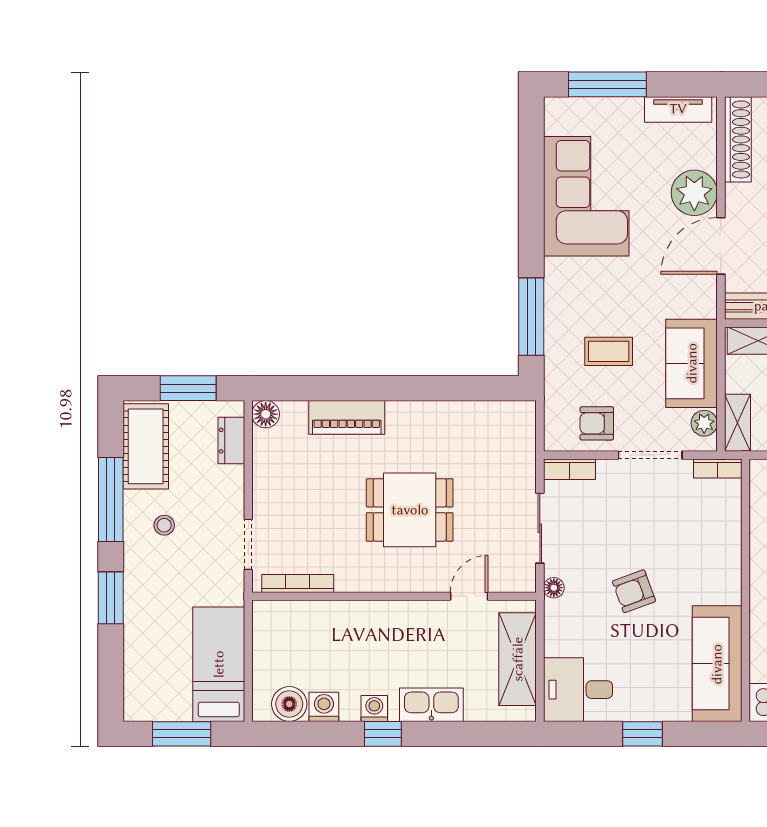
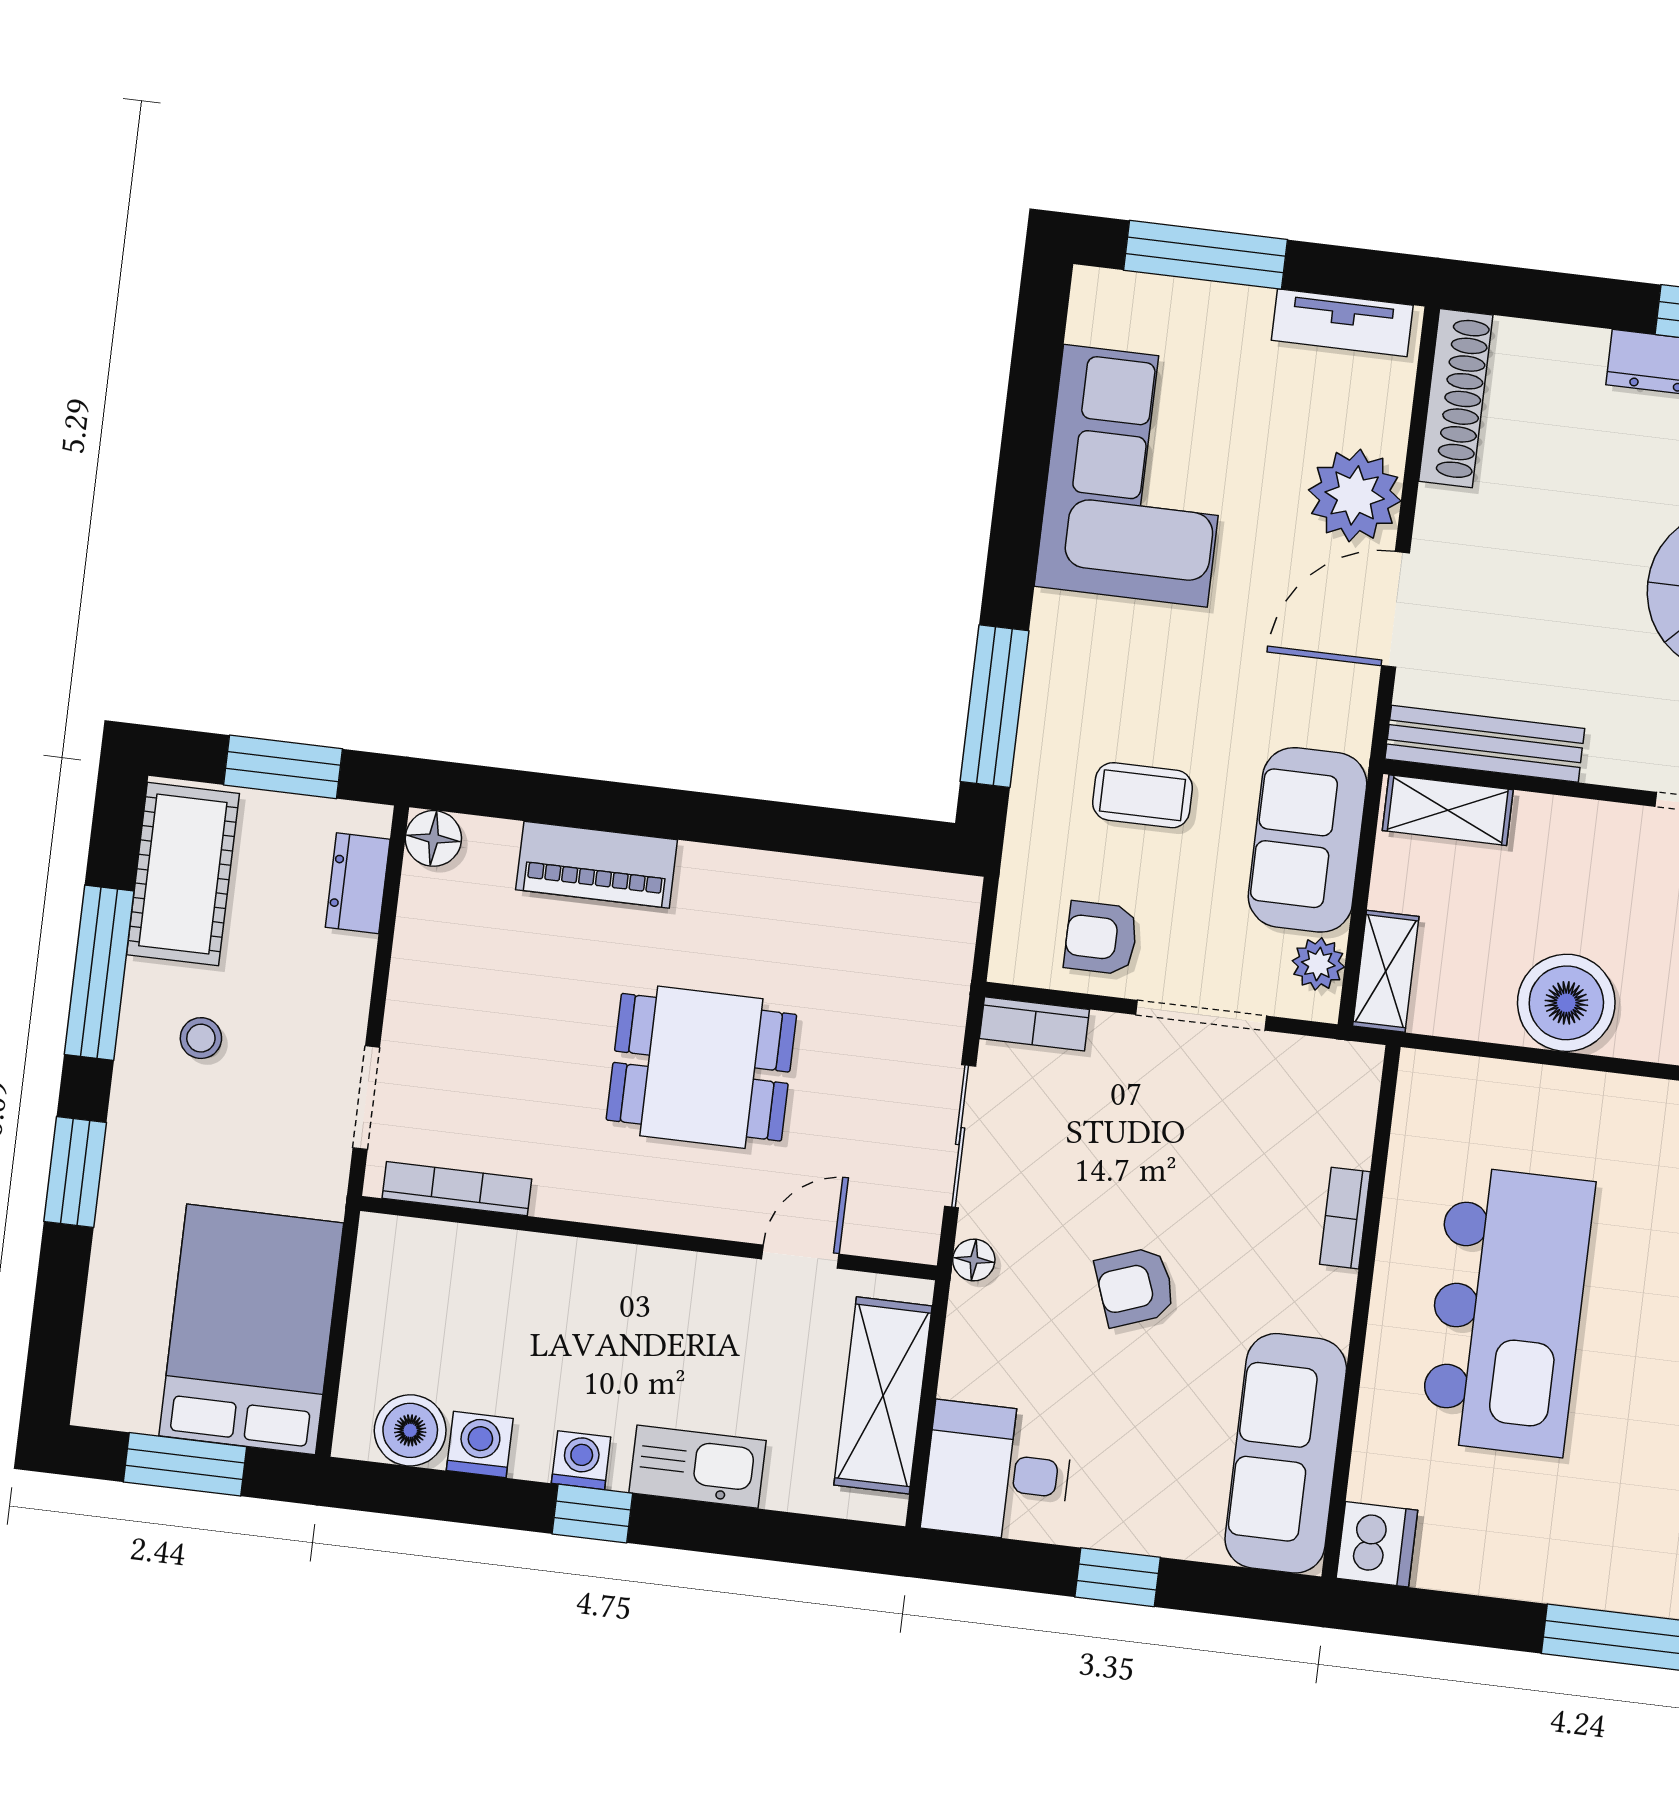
bookcase: (718, 468) -> (1345, 1218), moved, turned 90
bed: (219, 664) -> (251, 1329), width x1.50

